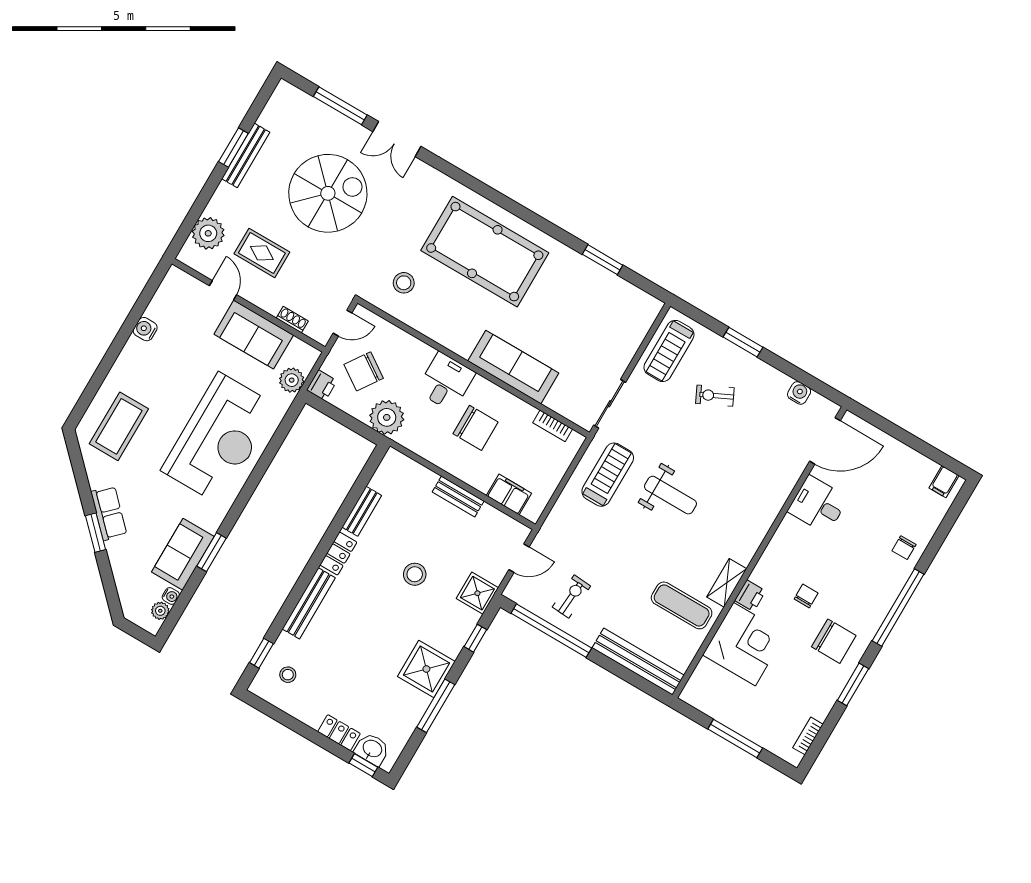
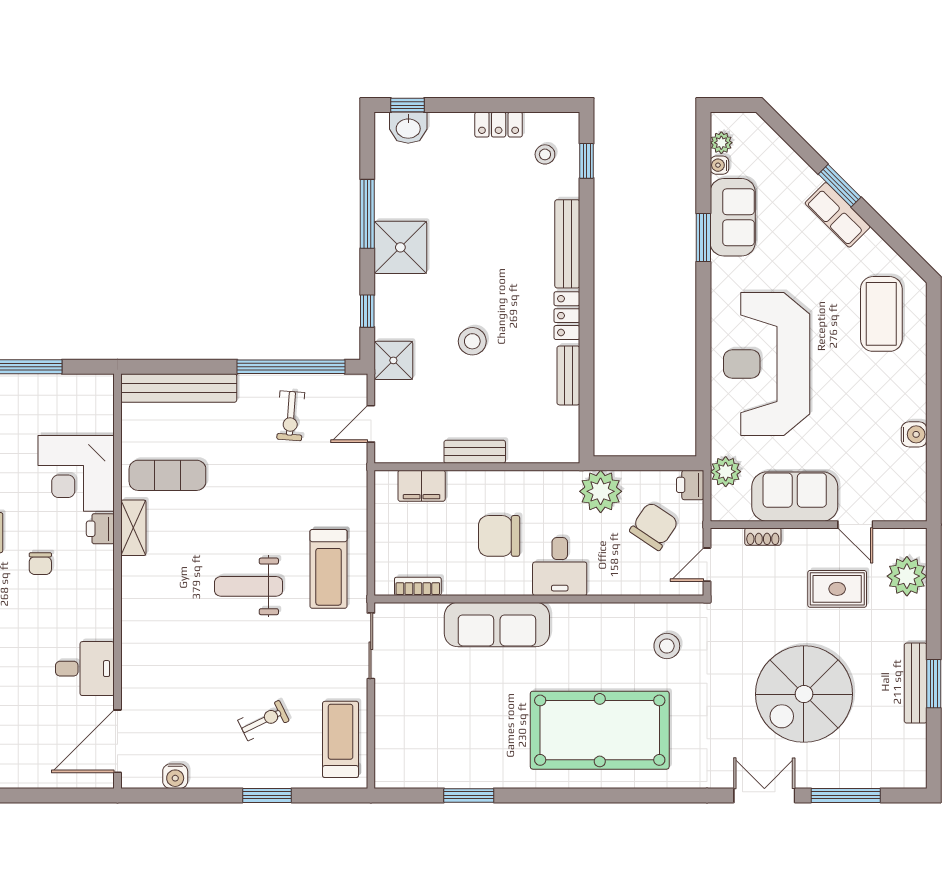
locker: (339, 733) -> (499, 125), moved

